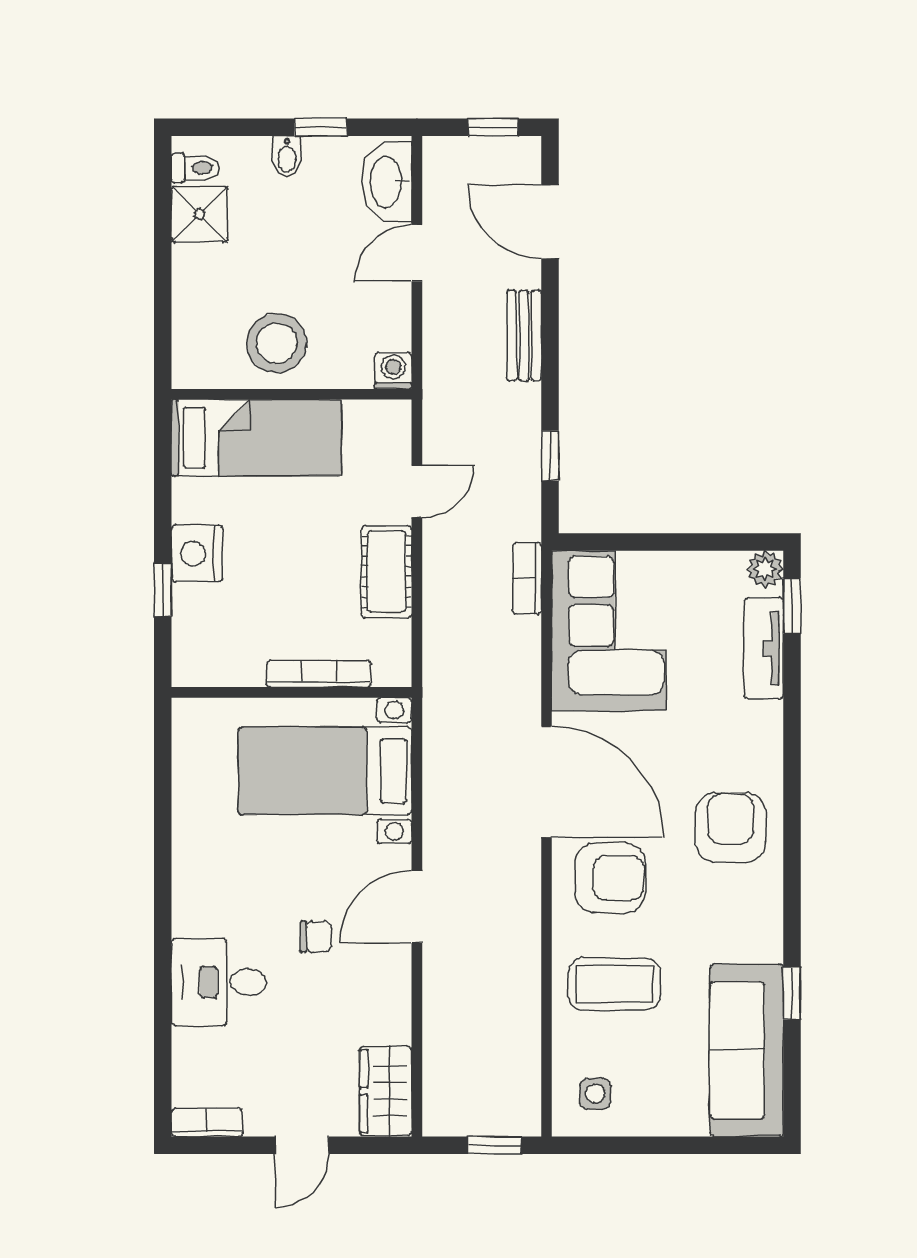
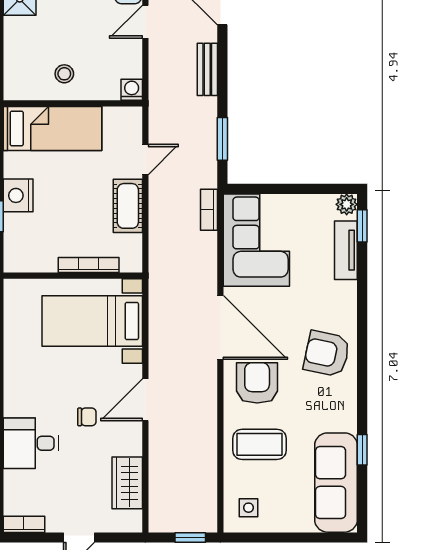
stool: (277, 343) -> (64, 74), width x0.53, depth x0.53
window: (550, 456) -> (222, 139), width x1.50
armchair: (731, 827) -> (327, 354), turned -78
armchair: (610, 878) -> (257, 383), turned -90
wardrobe: (386, 1091) -> (127, 483), moved

